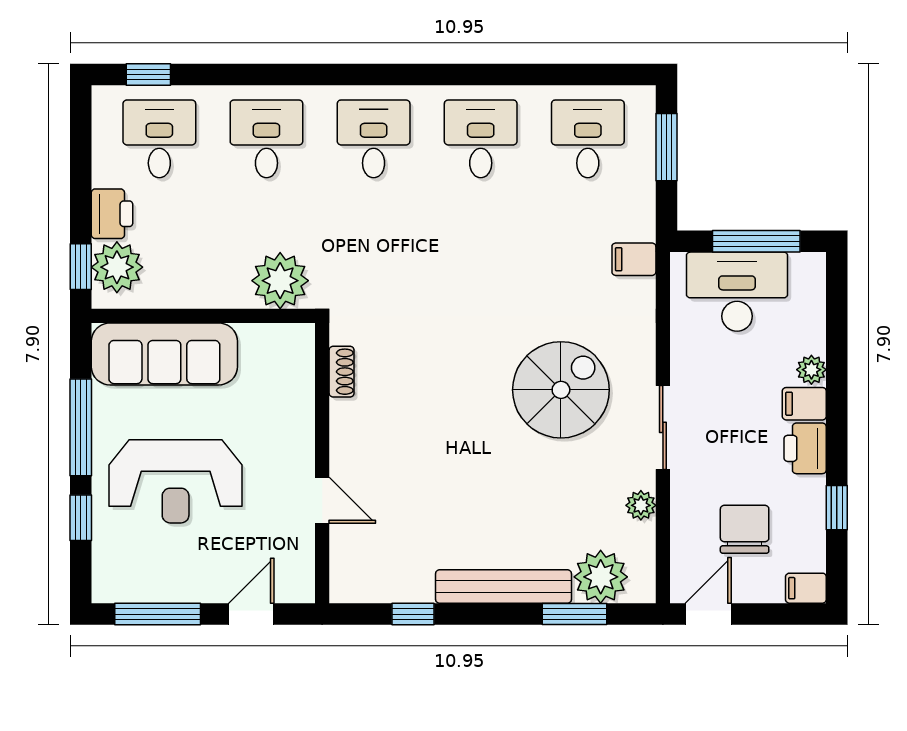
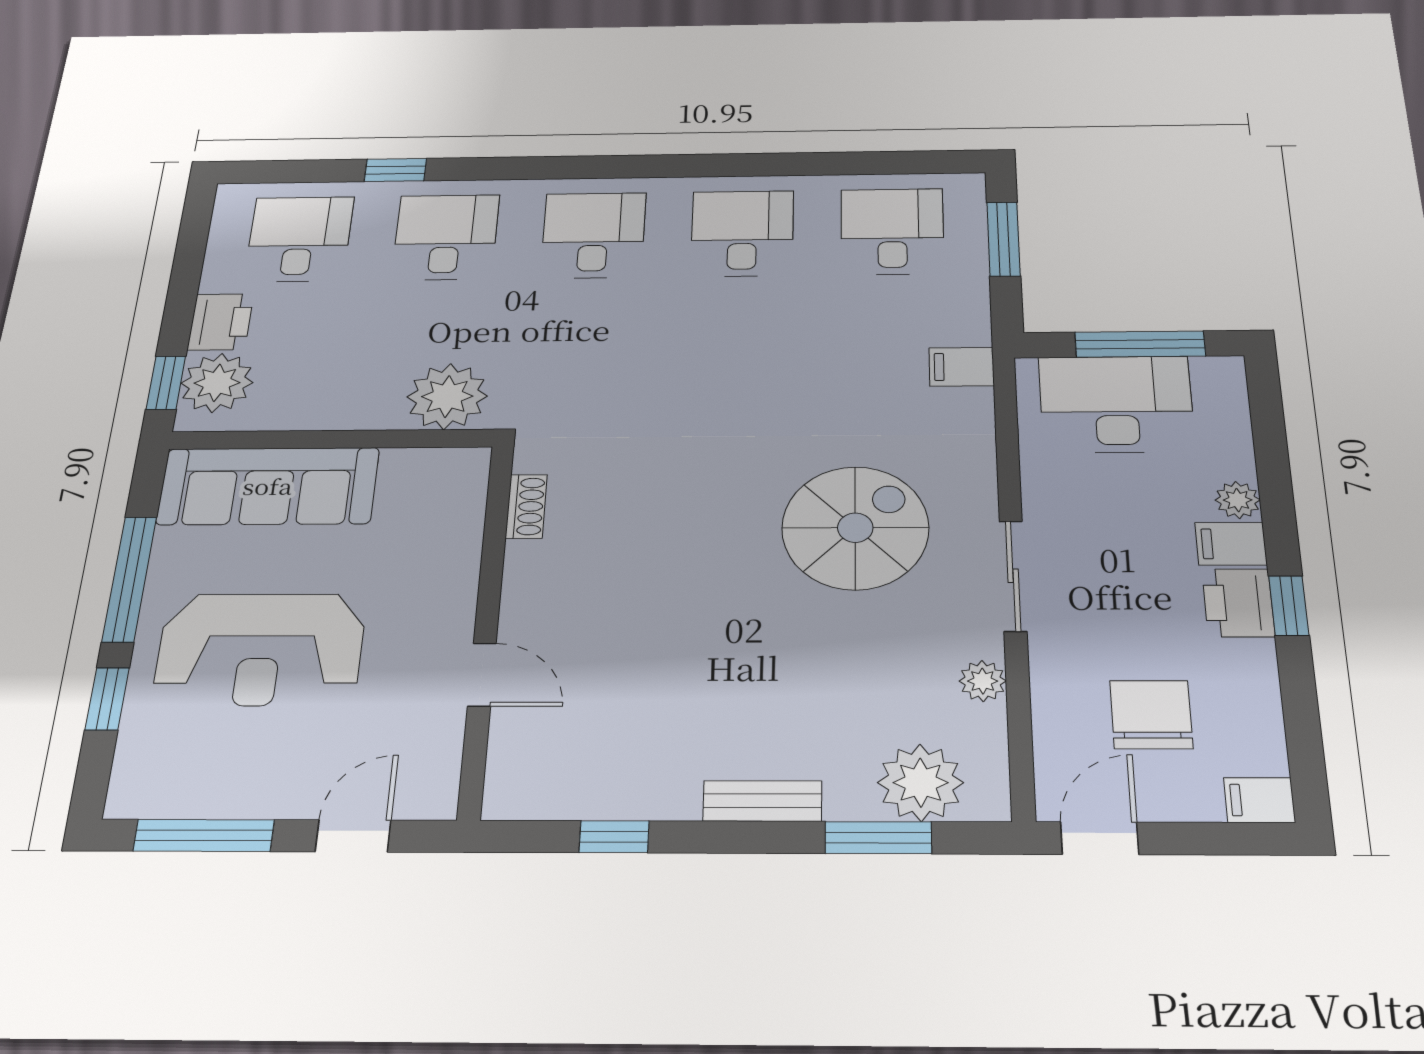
window: (148, 74) -> (395, 170), moved
window: (837, 508) -> (1289, 606), moved
bench: (504, 587) -> (762, 801), width x0.54, depth x0.82

